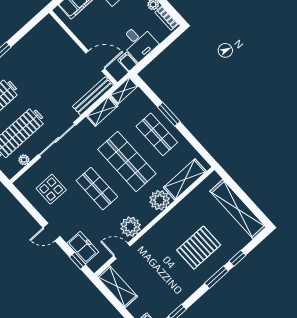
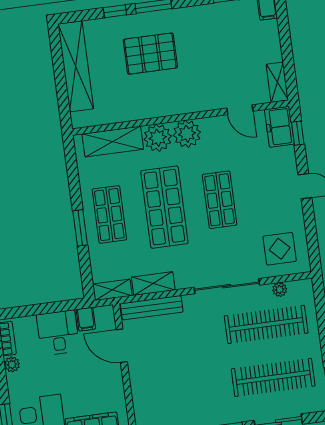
display table: (51, 189) -> (280, 249), moved
plant: (130, 227) -> (187, 134), moved
freezer: (83, 248) -> (279, 127), moved
shelving: (117, 287) -> (277, 82), width x0.67, depth x0.75

